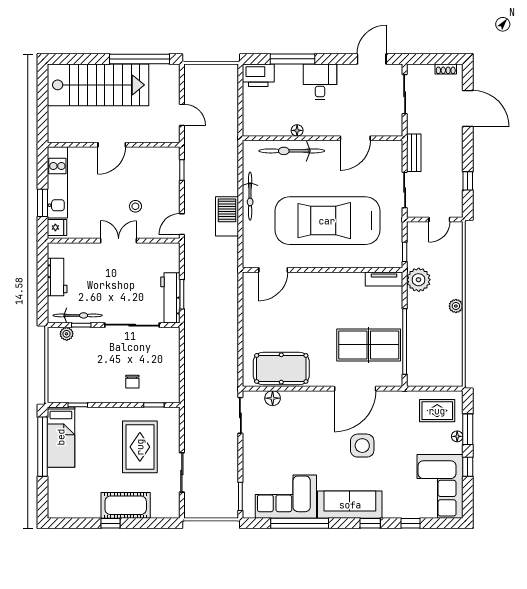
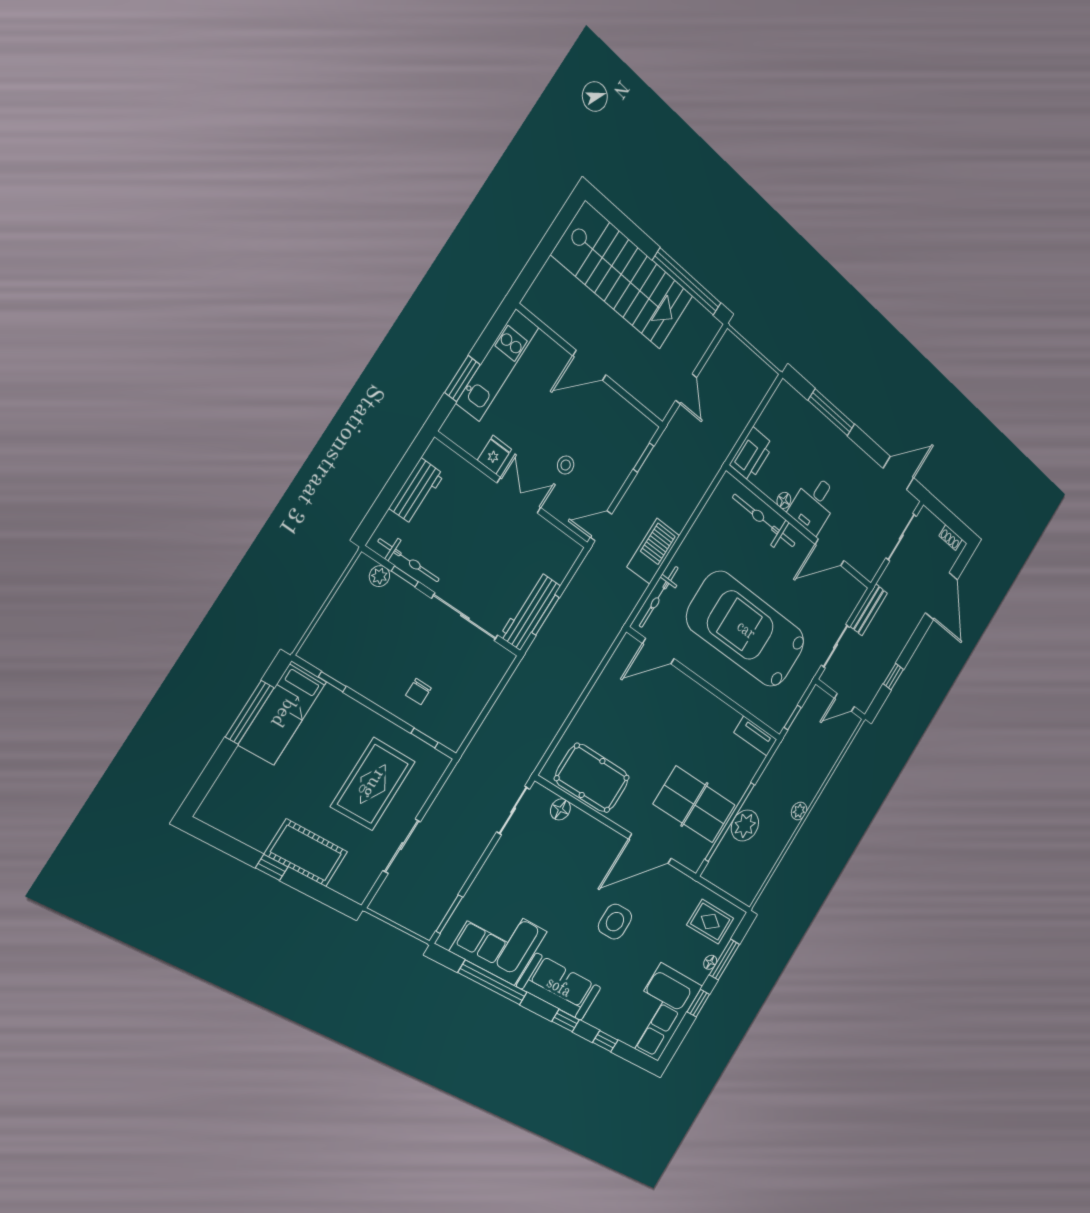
printer: (258, 75) -> (752, 455), moved, turned -90
desk: (320, 82) -> (814, 504), moved, turned 180
bicycle: (250, 196) -> (659, 597), moved
fridge: (57, 227) -> (494, 455), moved, turned -90
plant: (419, 280) -> (745, 825), moved
window: (42, 447) -> (250, 712), width x0.68

